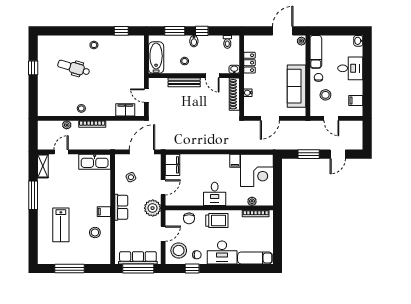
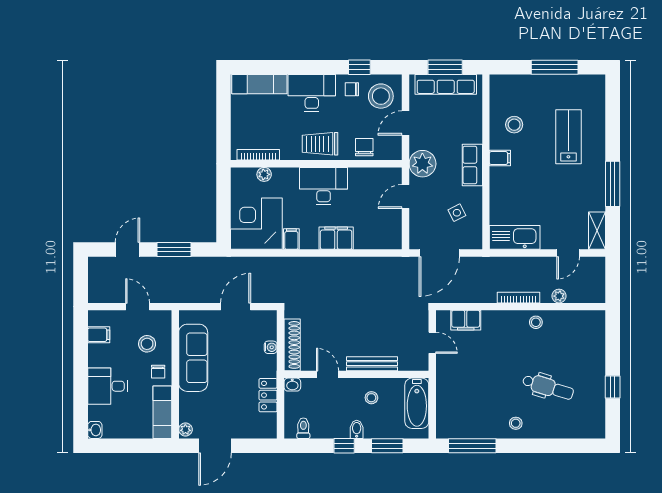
window: (121, 31) -> (472, 446), width x2.17
filing cabinet: (173, 165) -> (336, 238), moved, turned 90
desk: (215, 194) -> (324, 186), width x1.37
window: (138, 269) -> (445, 67), width x0.69

